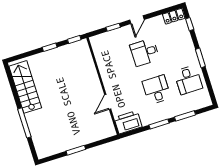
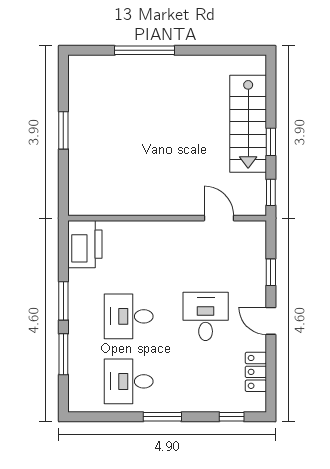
locker: (174, 16) -> (256, 372), moved
stairs: (25, 87) -> (248, 124), moved, turned 90
desk: (157, 90) -> (129, 316), turned 180
door: (108, 102) -> (219, 218), moved

